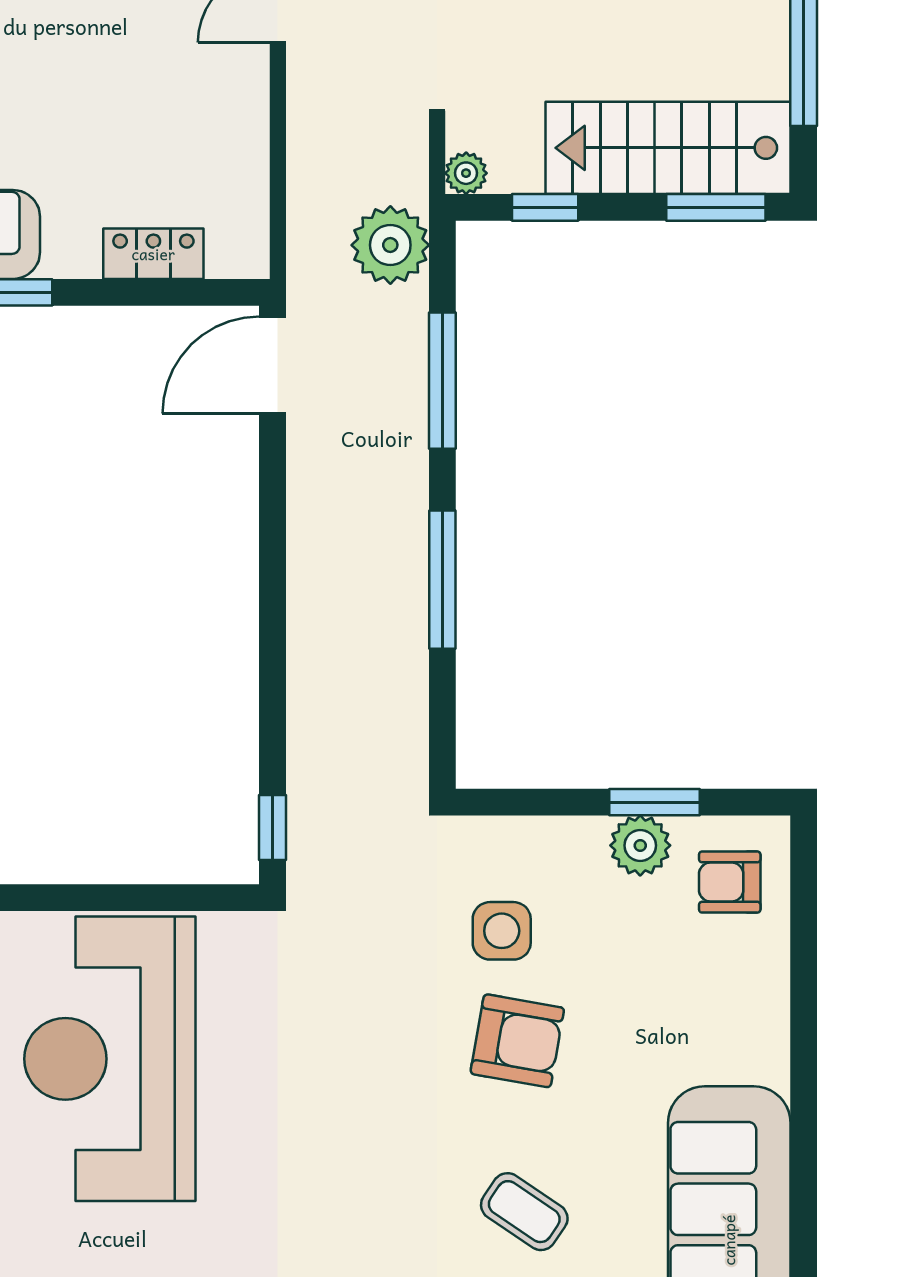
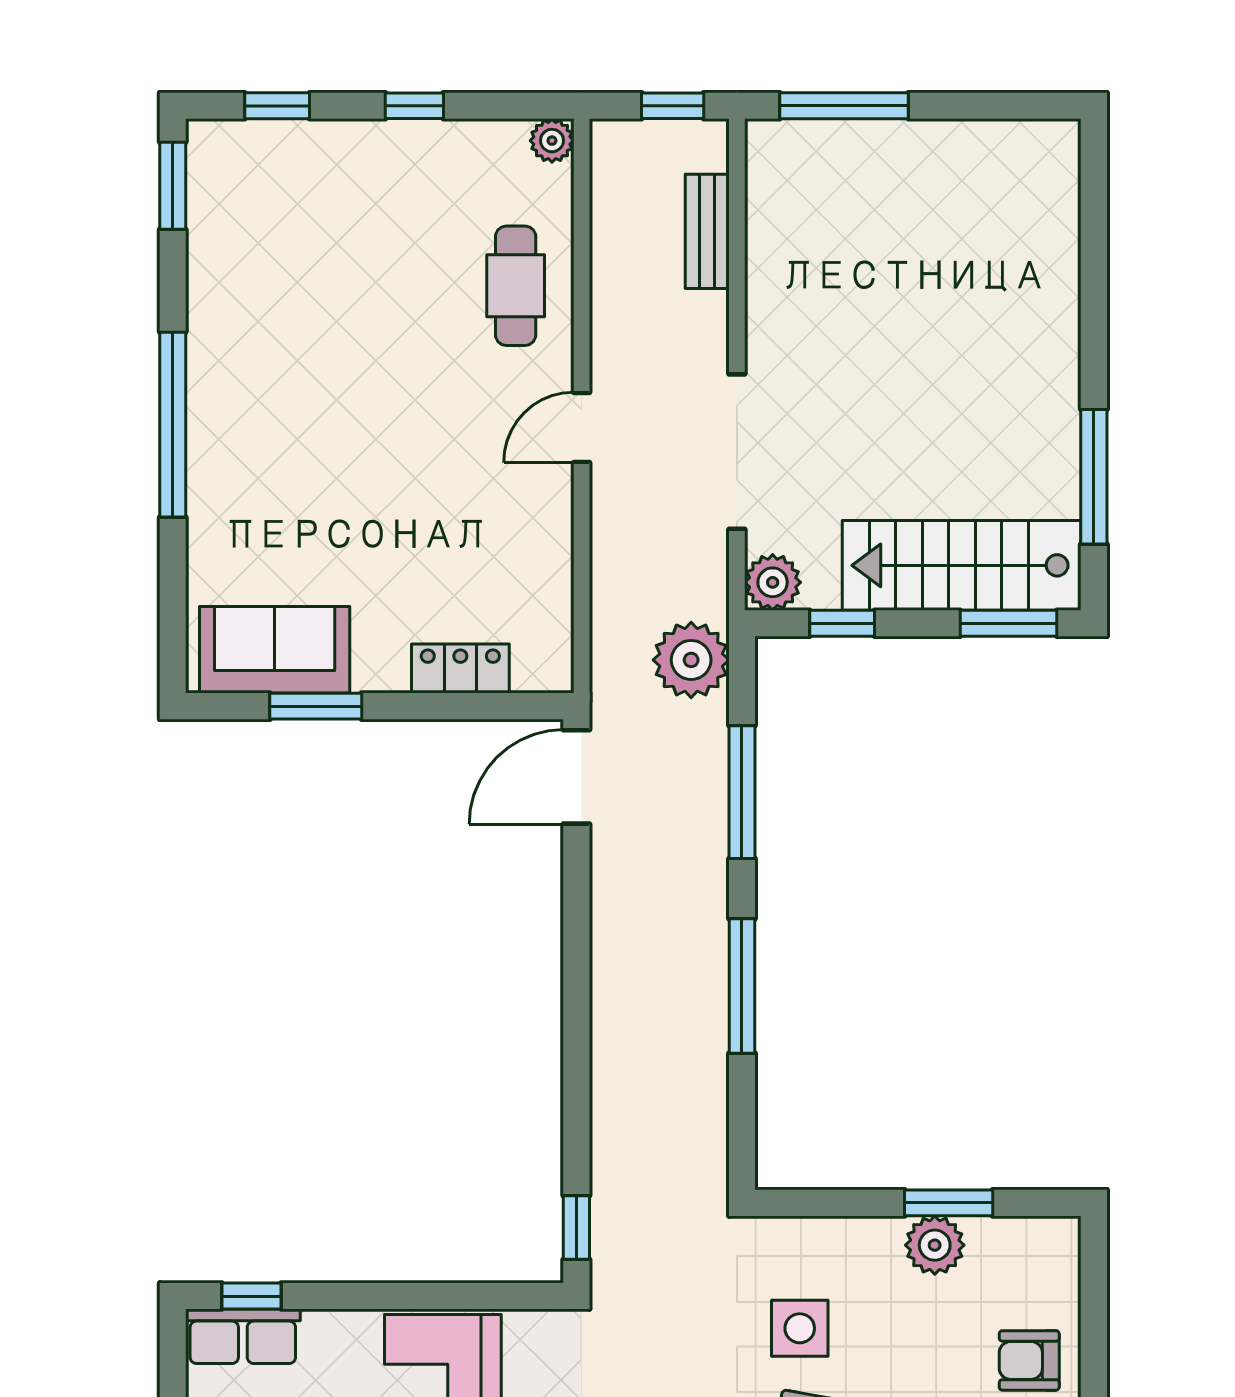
plant: (466, 173) -> (773, 582), width x1.38, depth x1.38
armchair: (730, 882) -> (1029, 1360), moved

